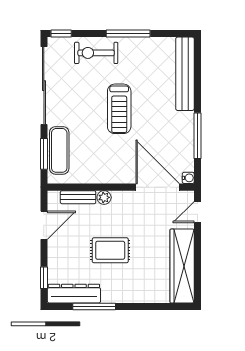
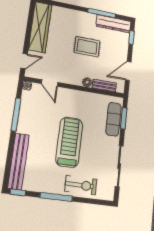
window: (61, 34) -> (18, 192), moved
sliding door: (44, 86) -> (119, 166), width x0.73
treadmill: (119, 109) -> (69, 142), width x1.37, depth x1.38
door: (158, 187) -> (50, 83), width x0.53

